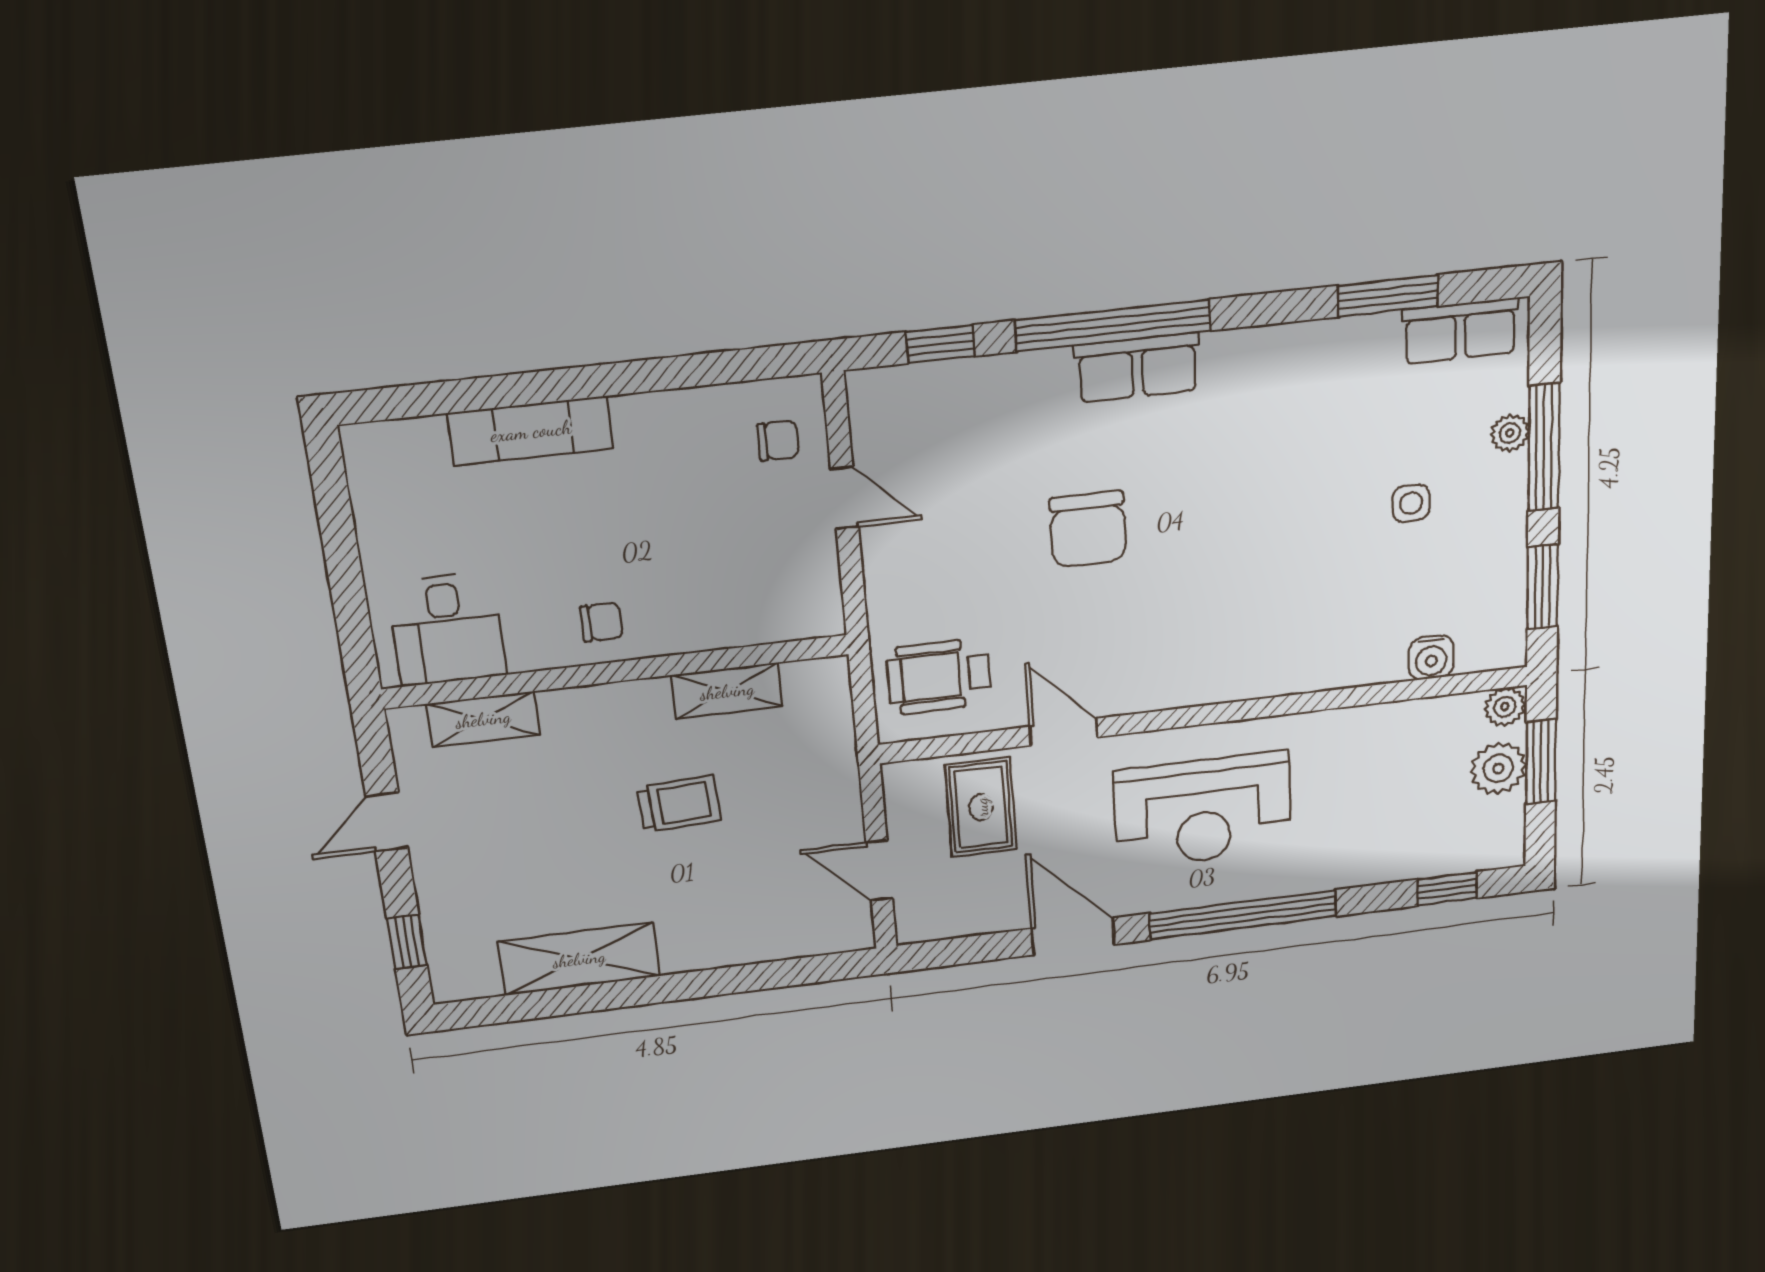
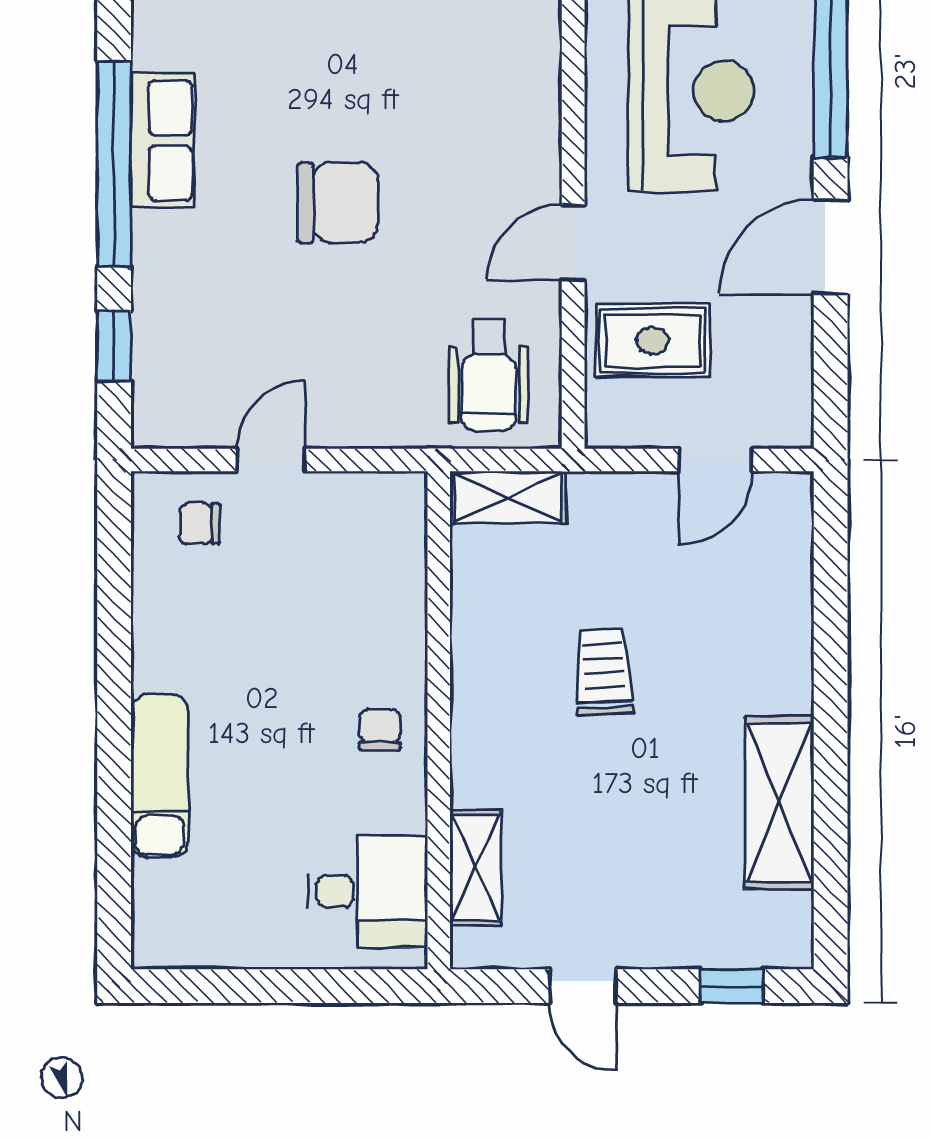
chair: (778, 440) -> (199, 524), turned -90
shelving: (727, 691) -> (508, 497), moved, turned 90

